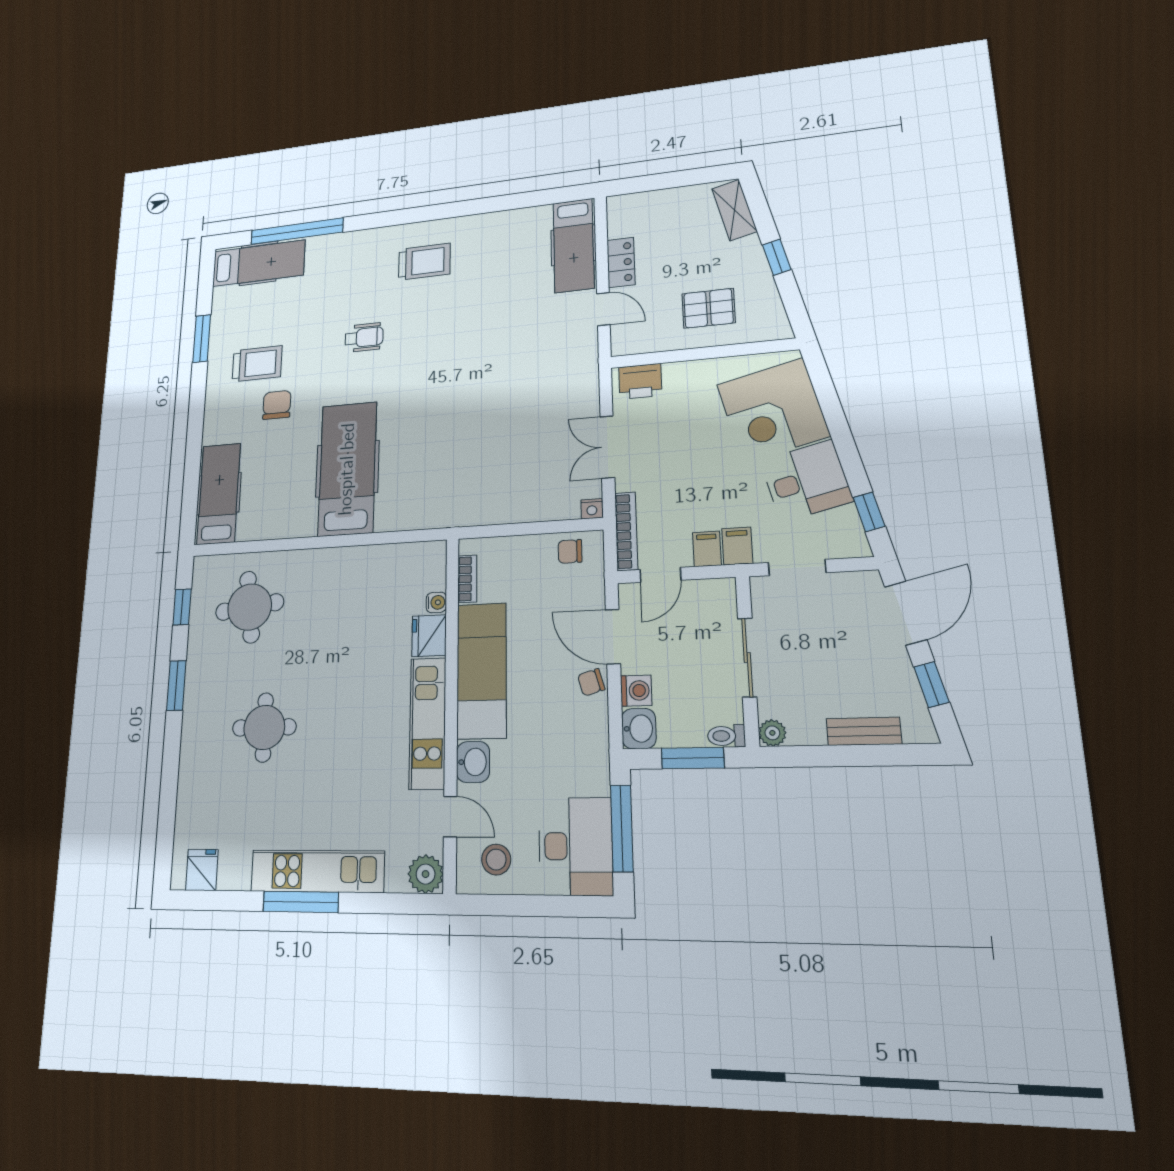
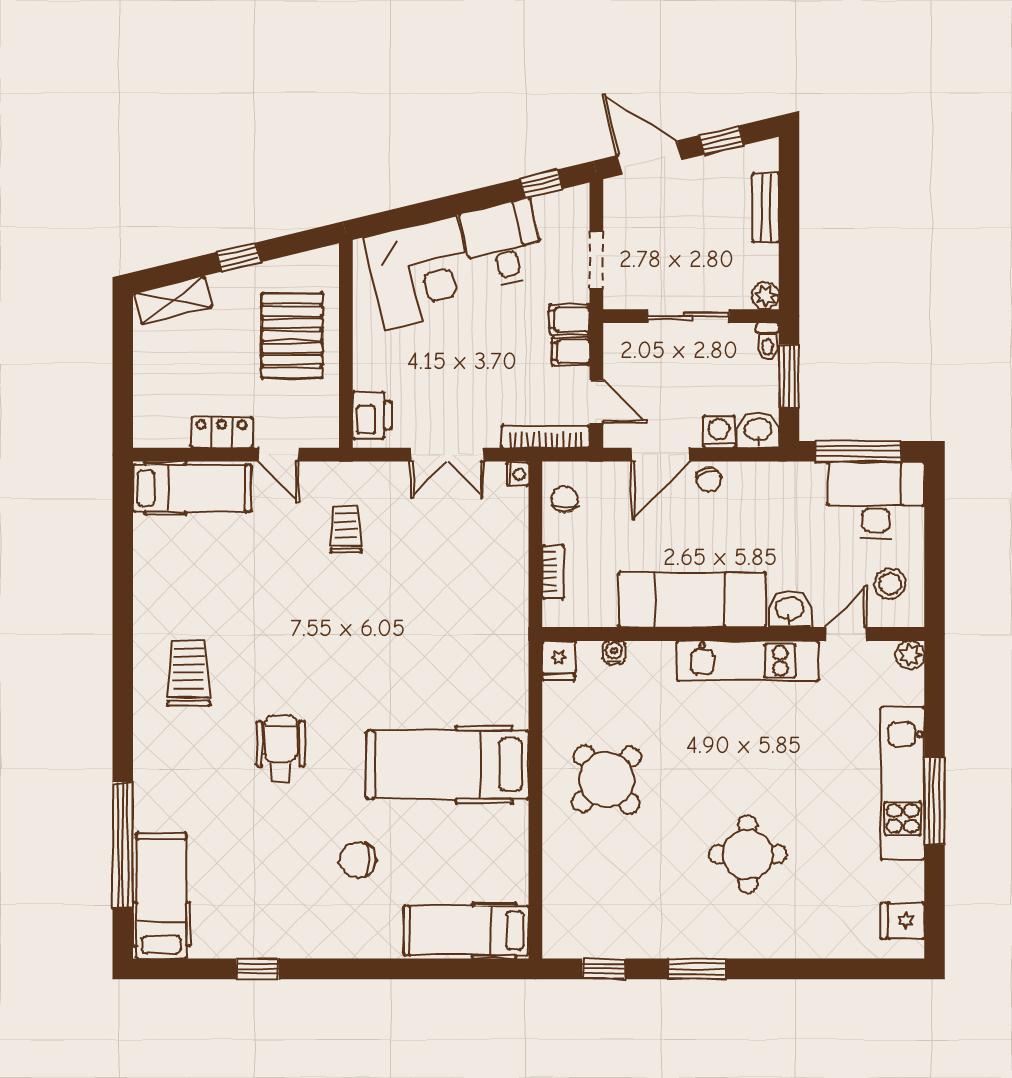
pallet: (709, 308) -> (292, 335), width x1.50, depth x1.42
door: (603, 309) -> (278, 455), swing flipped
wheelchair: (364, 337) -> (281, 749), width x1.36, depth x1.37
window: (202, 339) -> (257, 969), width x0.67
trolley: (257, 364) -> (346, 529), moved, width x0.73, depth x0.72
chair: (570, 551) -> (564, 499), turned 180
bookcase: (467, 579) -> (553, 572), moved, turned 90
round table: (250, 607) -> (607, 779), moved, turned -36
fridge: (429, 636) -> (559, 660), moved, width x0.72
plant: (426, 874) -> (910, 655), width x0.73, depth x0.73

